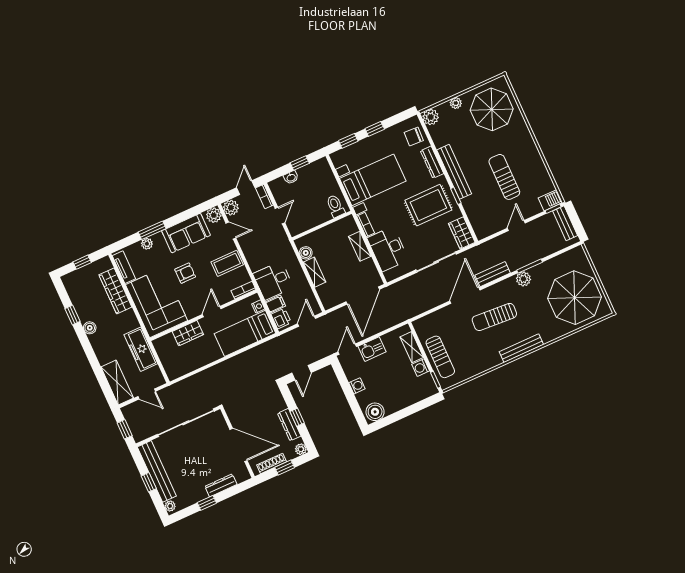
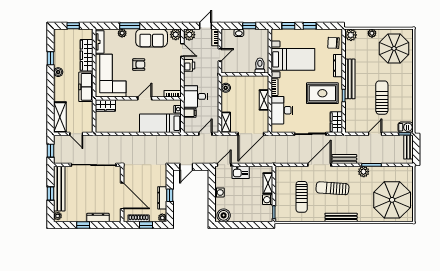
coffee table: (227, 263) -> (170, 71), removed
shelving: (315, 272) -> (226, 122), moved
printer: (281, 319) -> (189, 65), moved
wardrobe: (188, 333) -> (105, 105), moved
freezer: (141, 349) -> (86, 87), moved
sun lounger: (440, 357) -> (302, 197), moved

